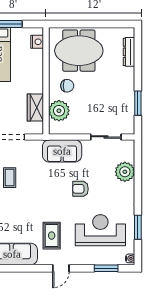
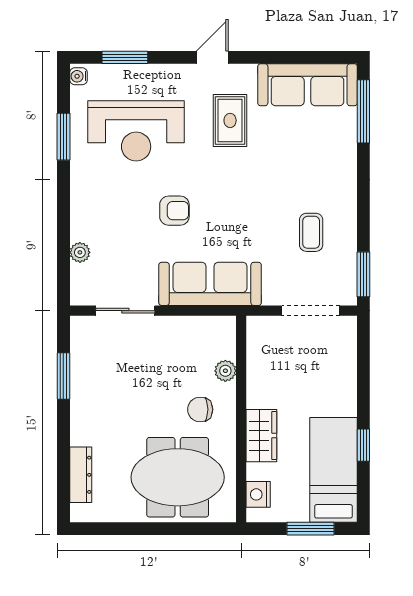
wardrobe: (35, 108) -> (261, 436), moved
plant: (59, 111) -> (225, 371), width x0.53, depth x0.53
sofa: (62, 151) -> (210, 284), width x1.36
plant: (125, 172) -> (80, 252), width x0.53, depth x0.53

